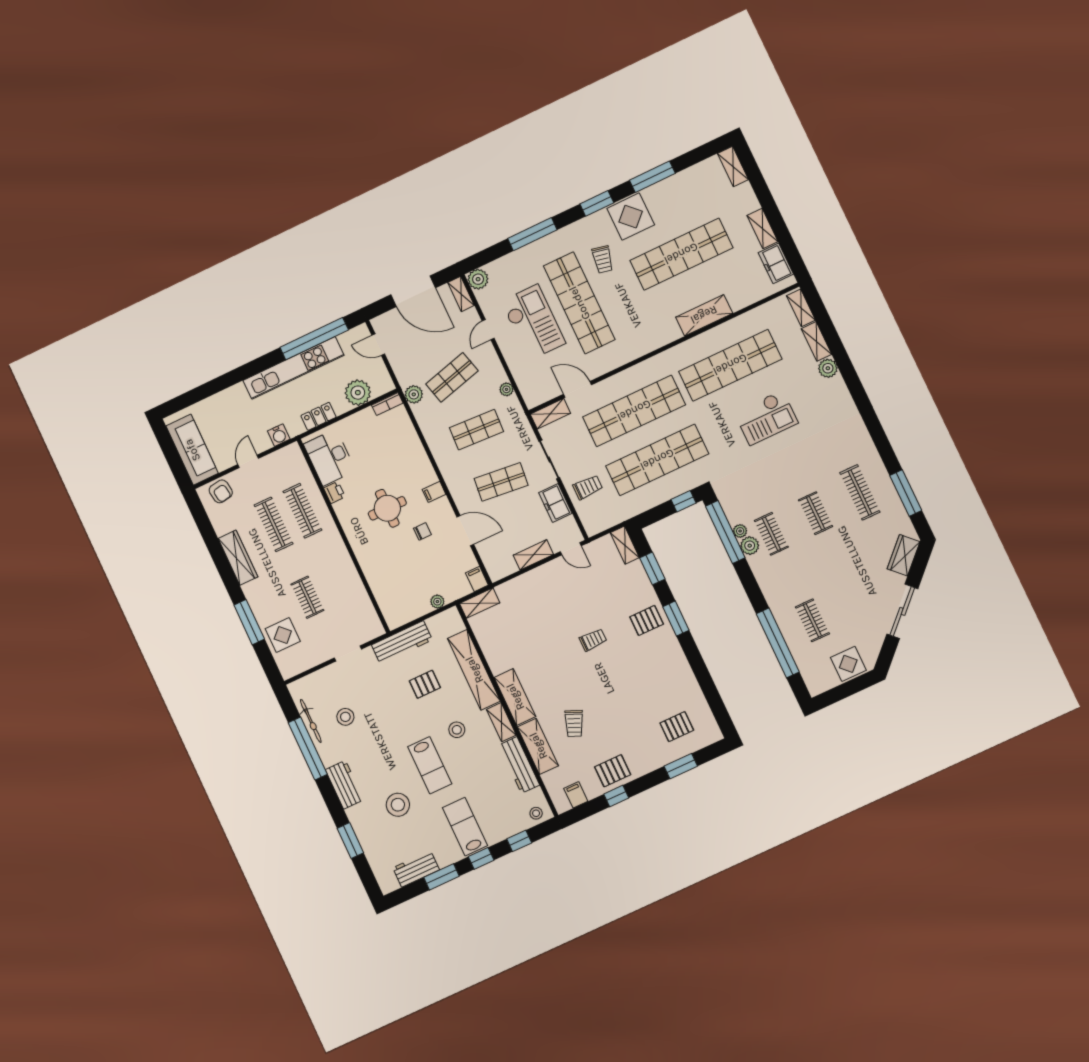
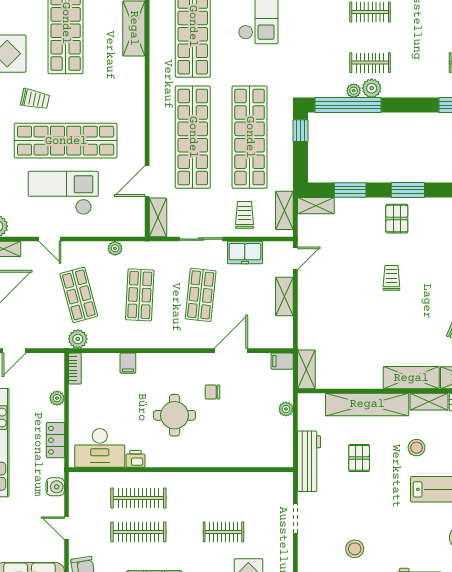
plant: (358, 393) -> (57, 398), width x0.53, depth x0.53
filing cabinet: (434, 492) -> (128, 363), moved
shelving: (608, 520) -> (284, 210), added
chair: (422, 531) -> (212, 392), turned -90

